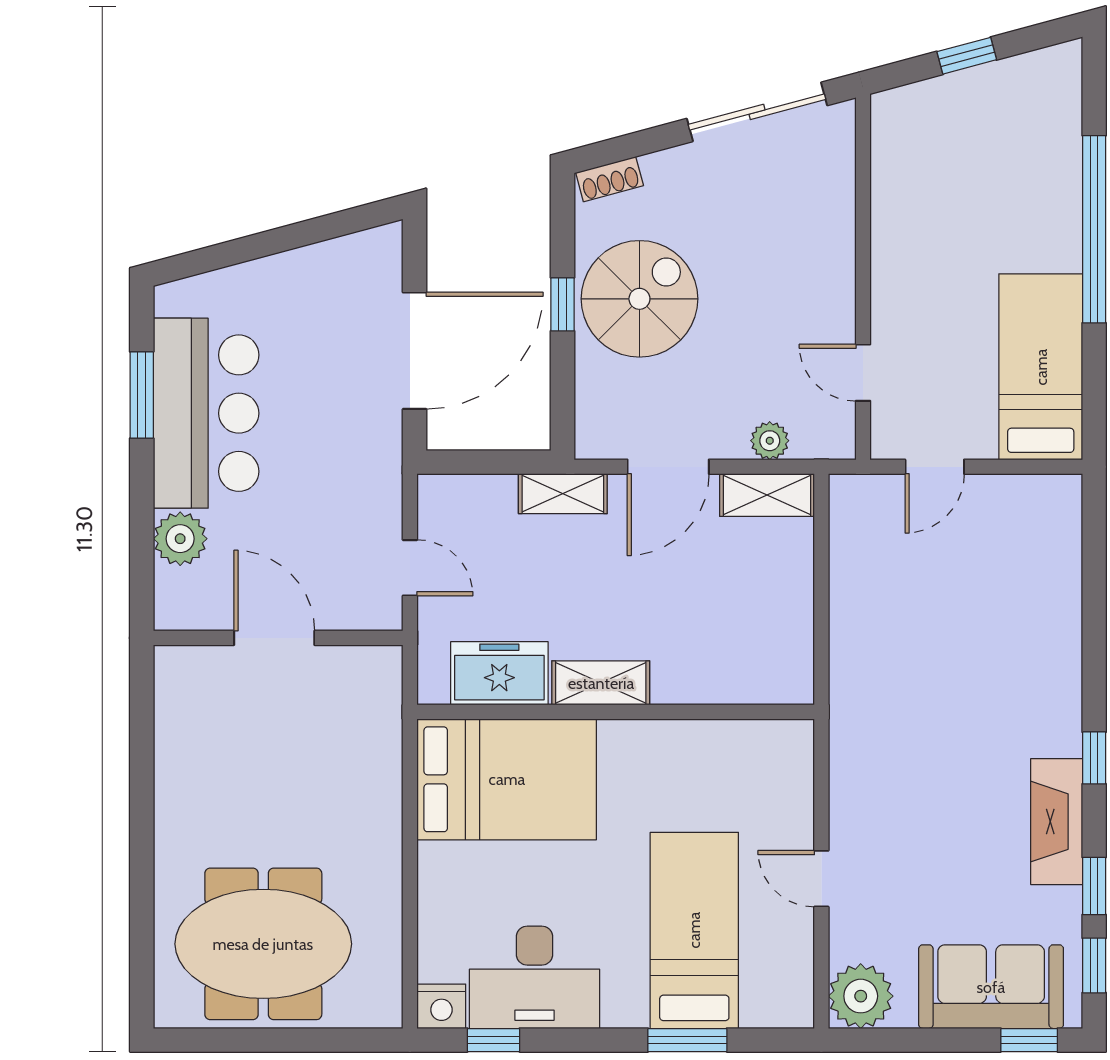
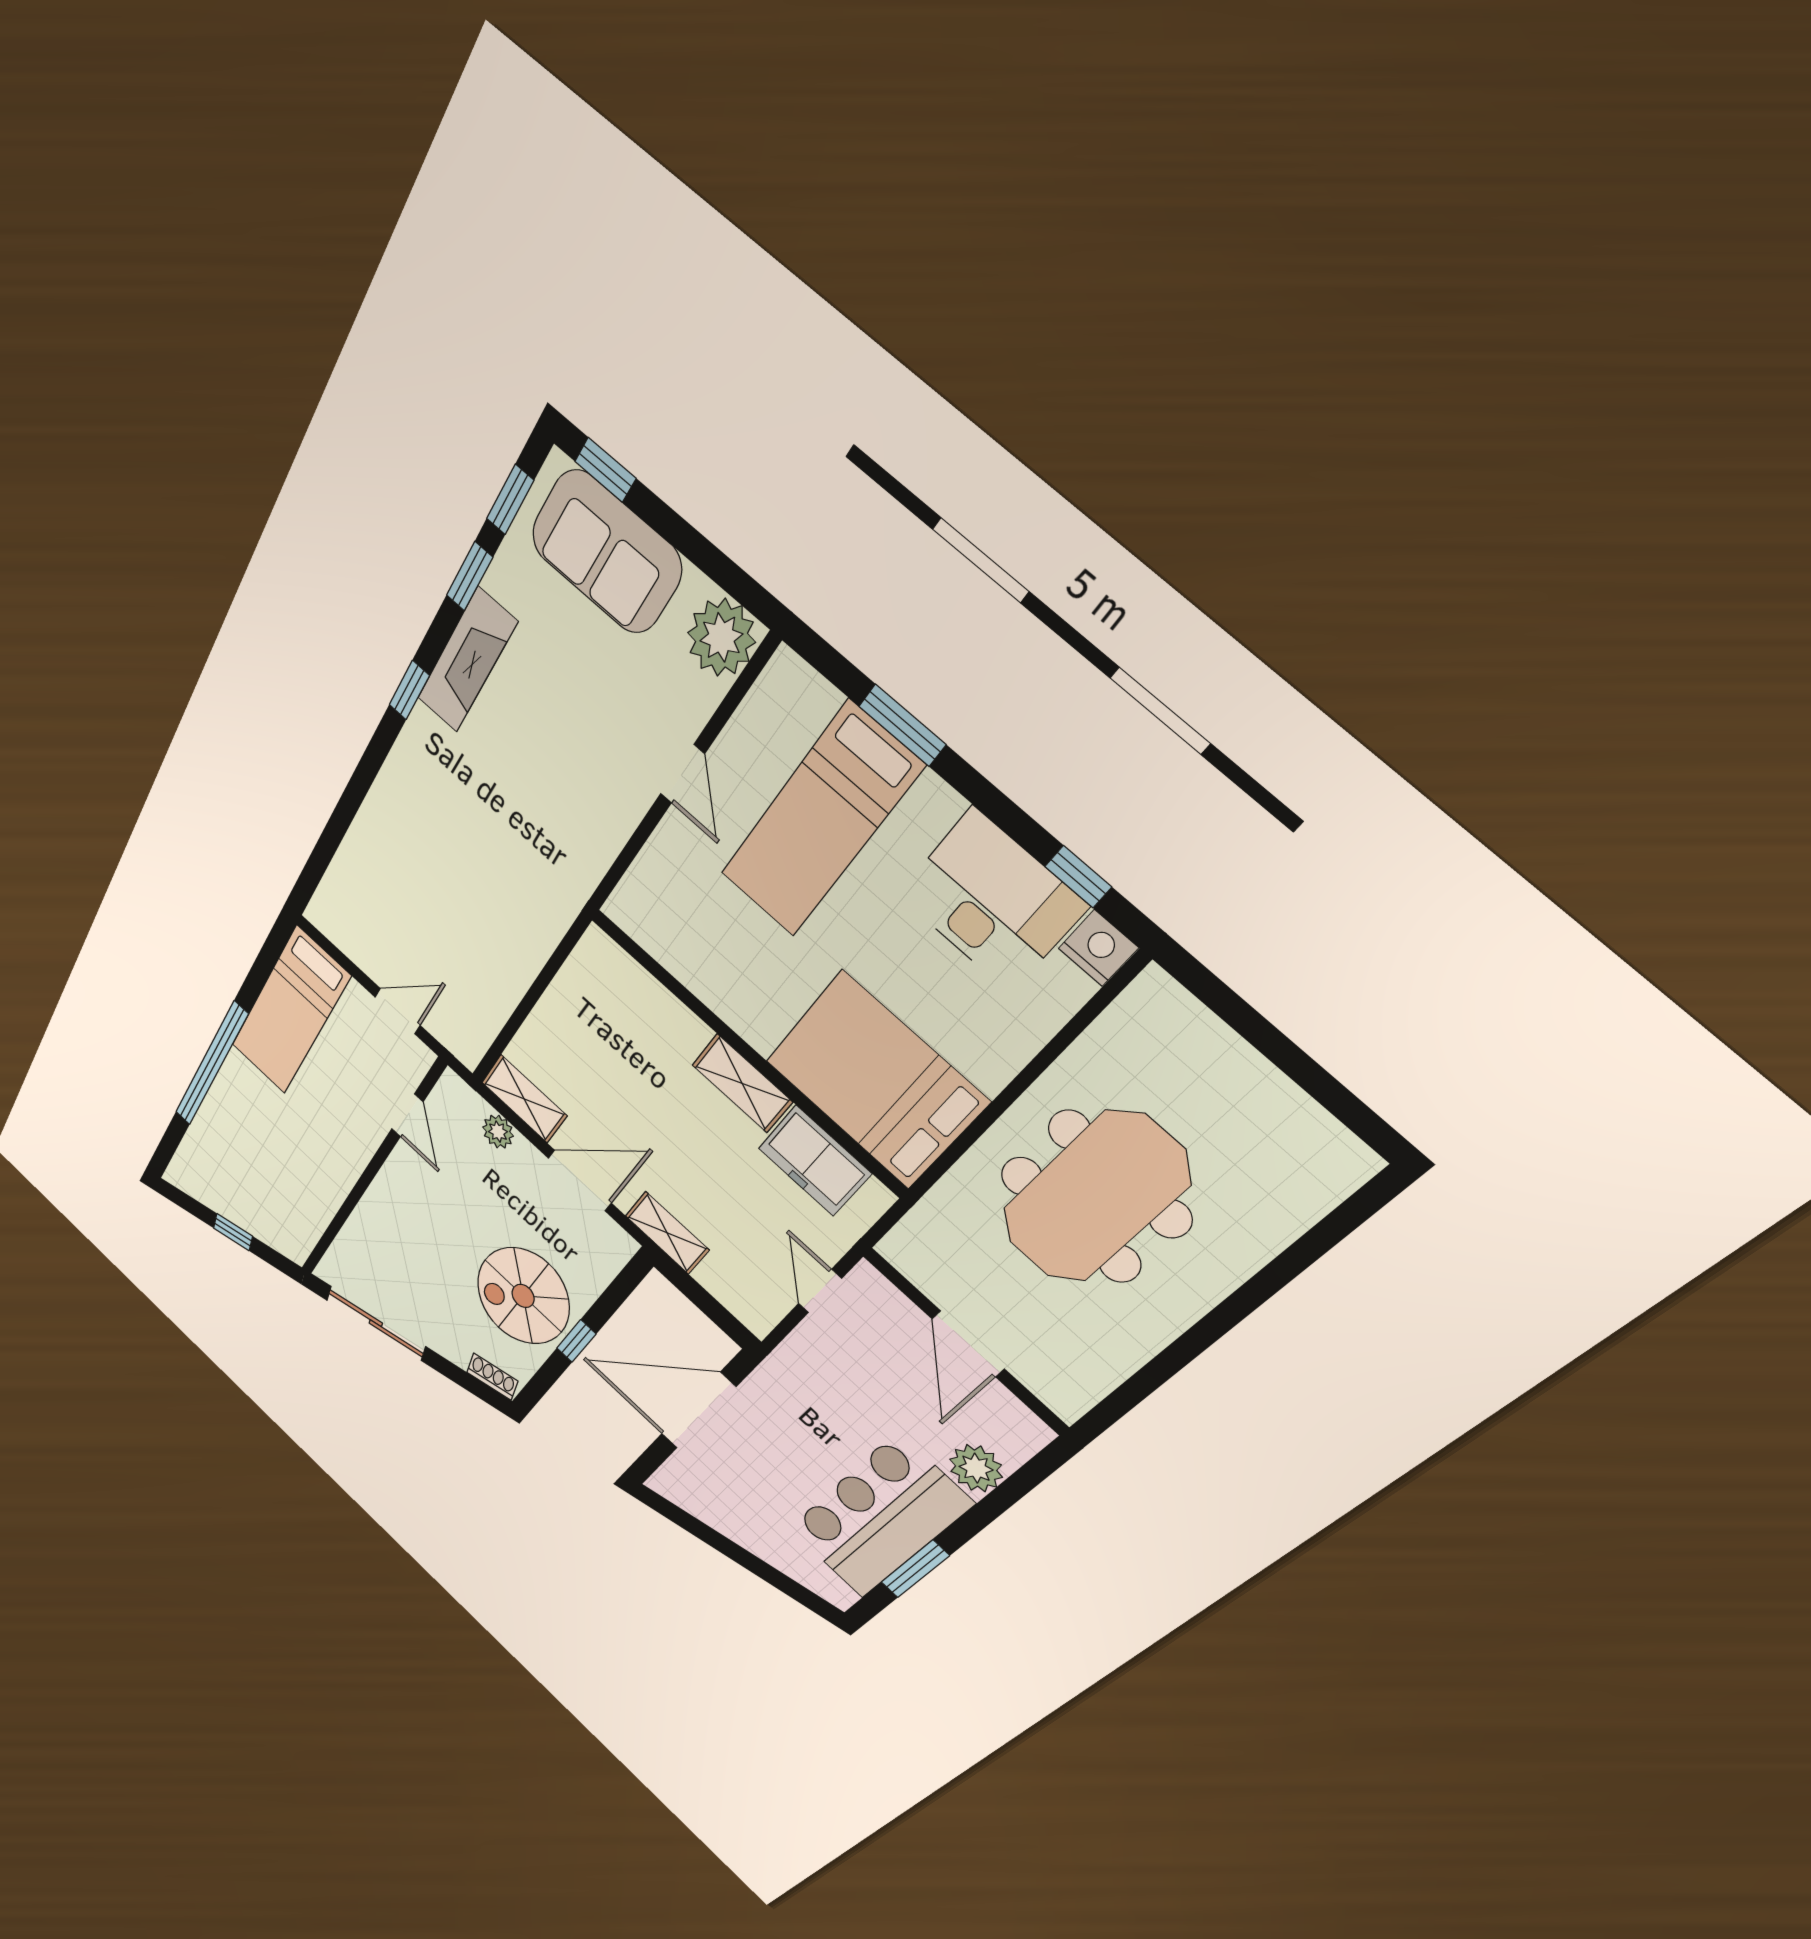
meeting table: (263, 944) -> (1095, 1197), moved, turned 90

